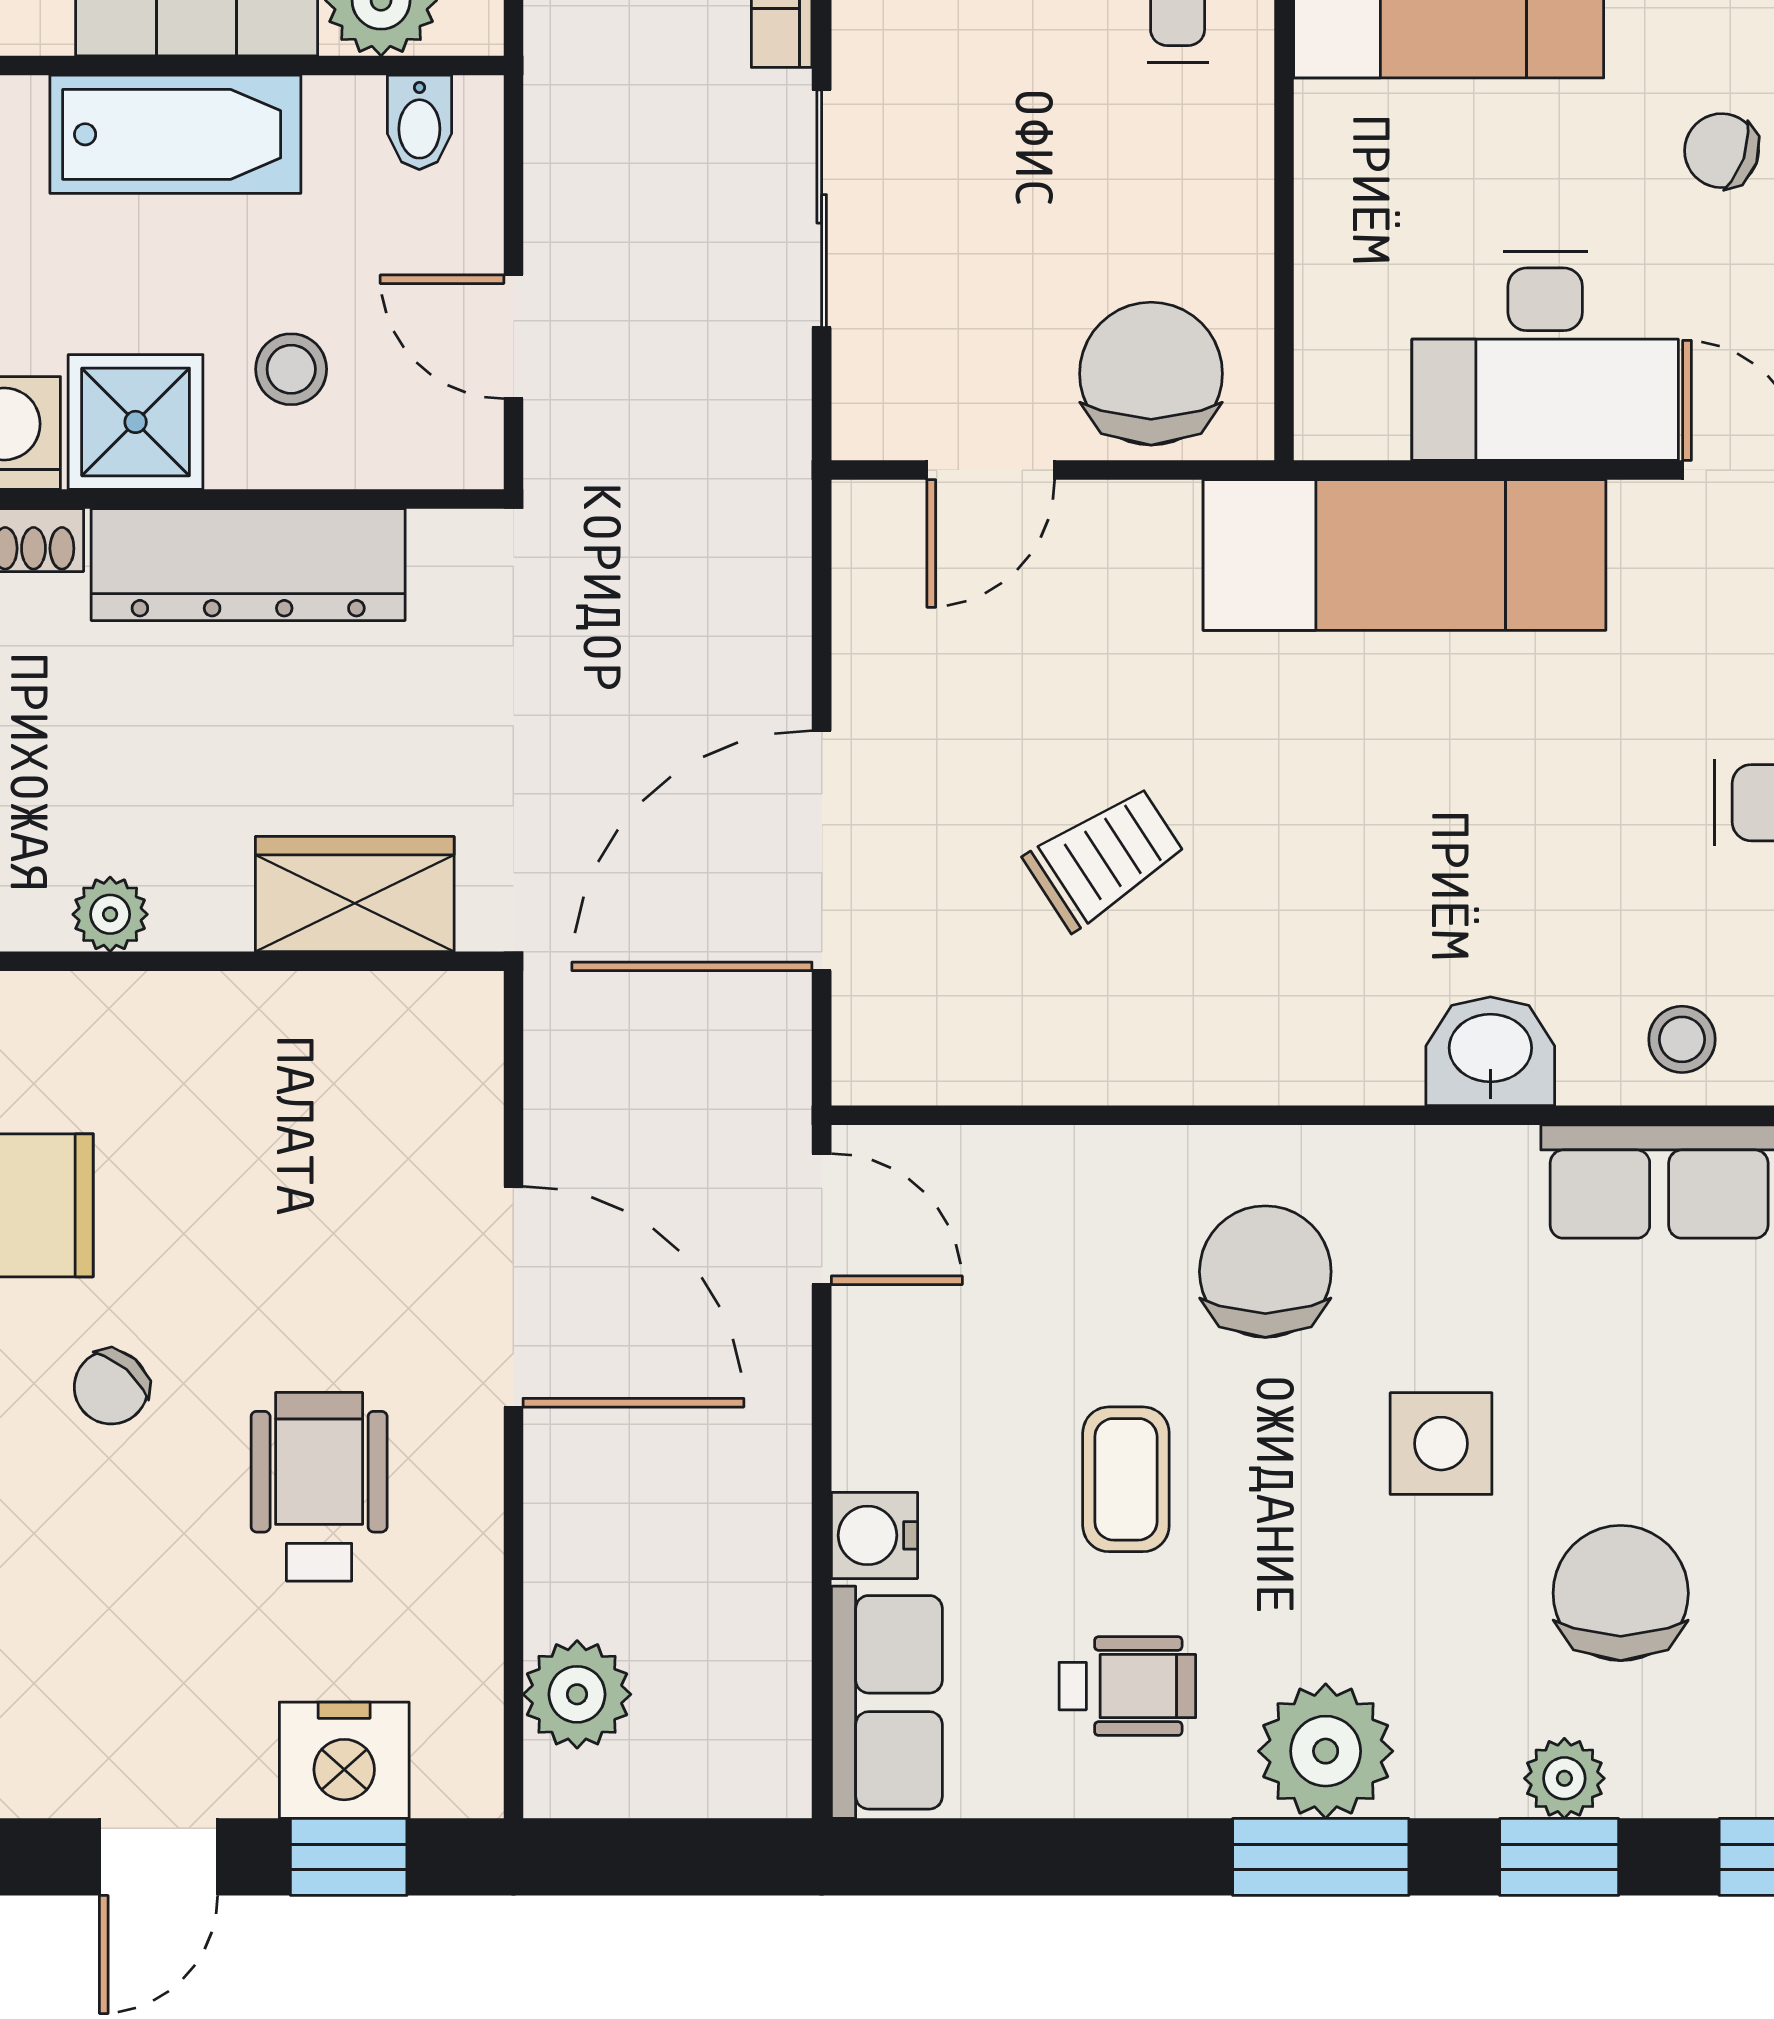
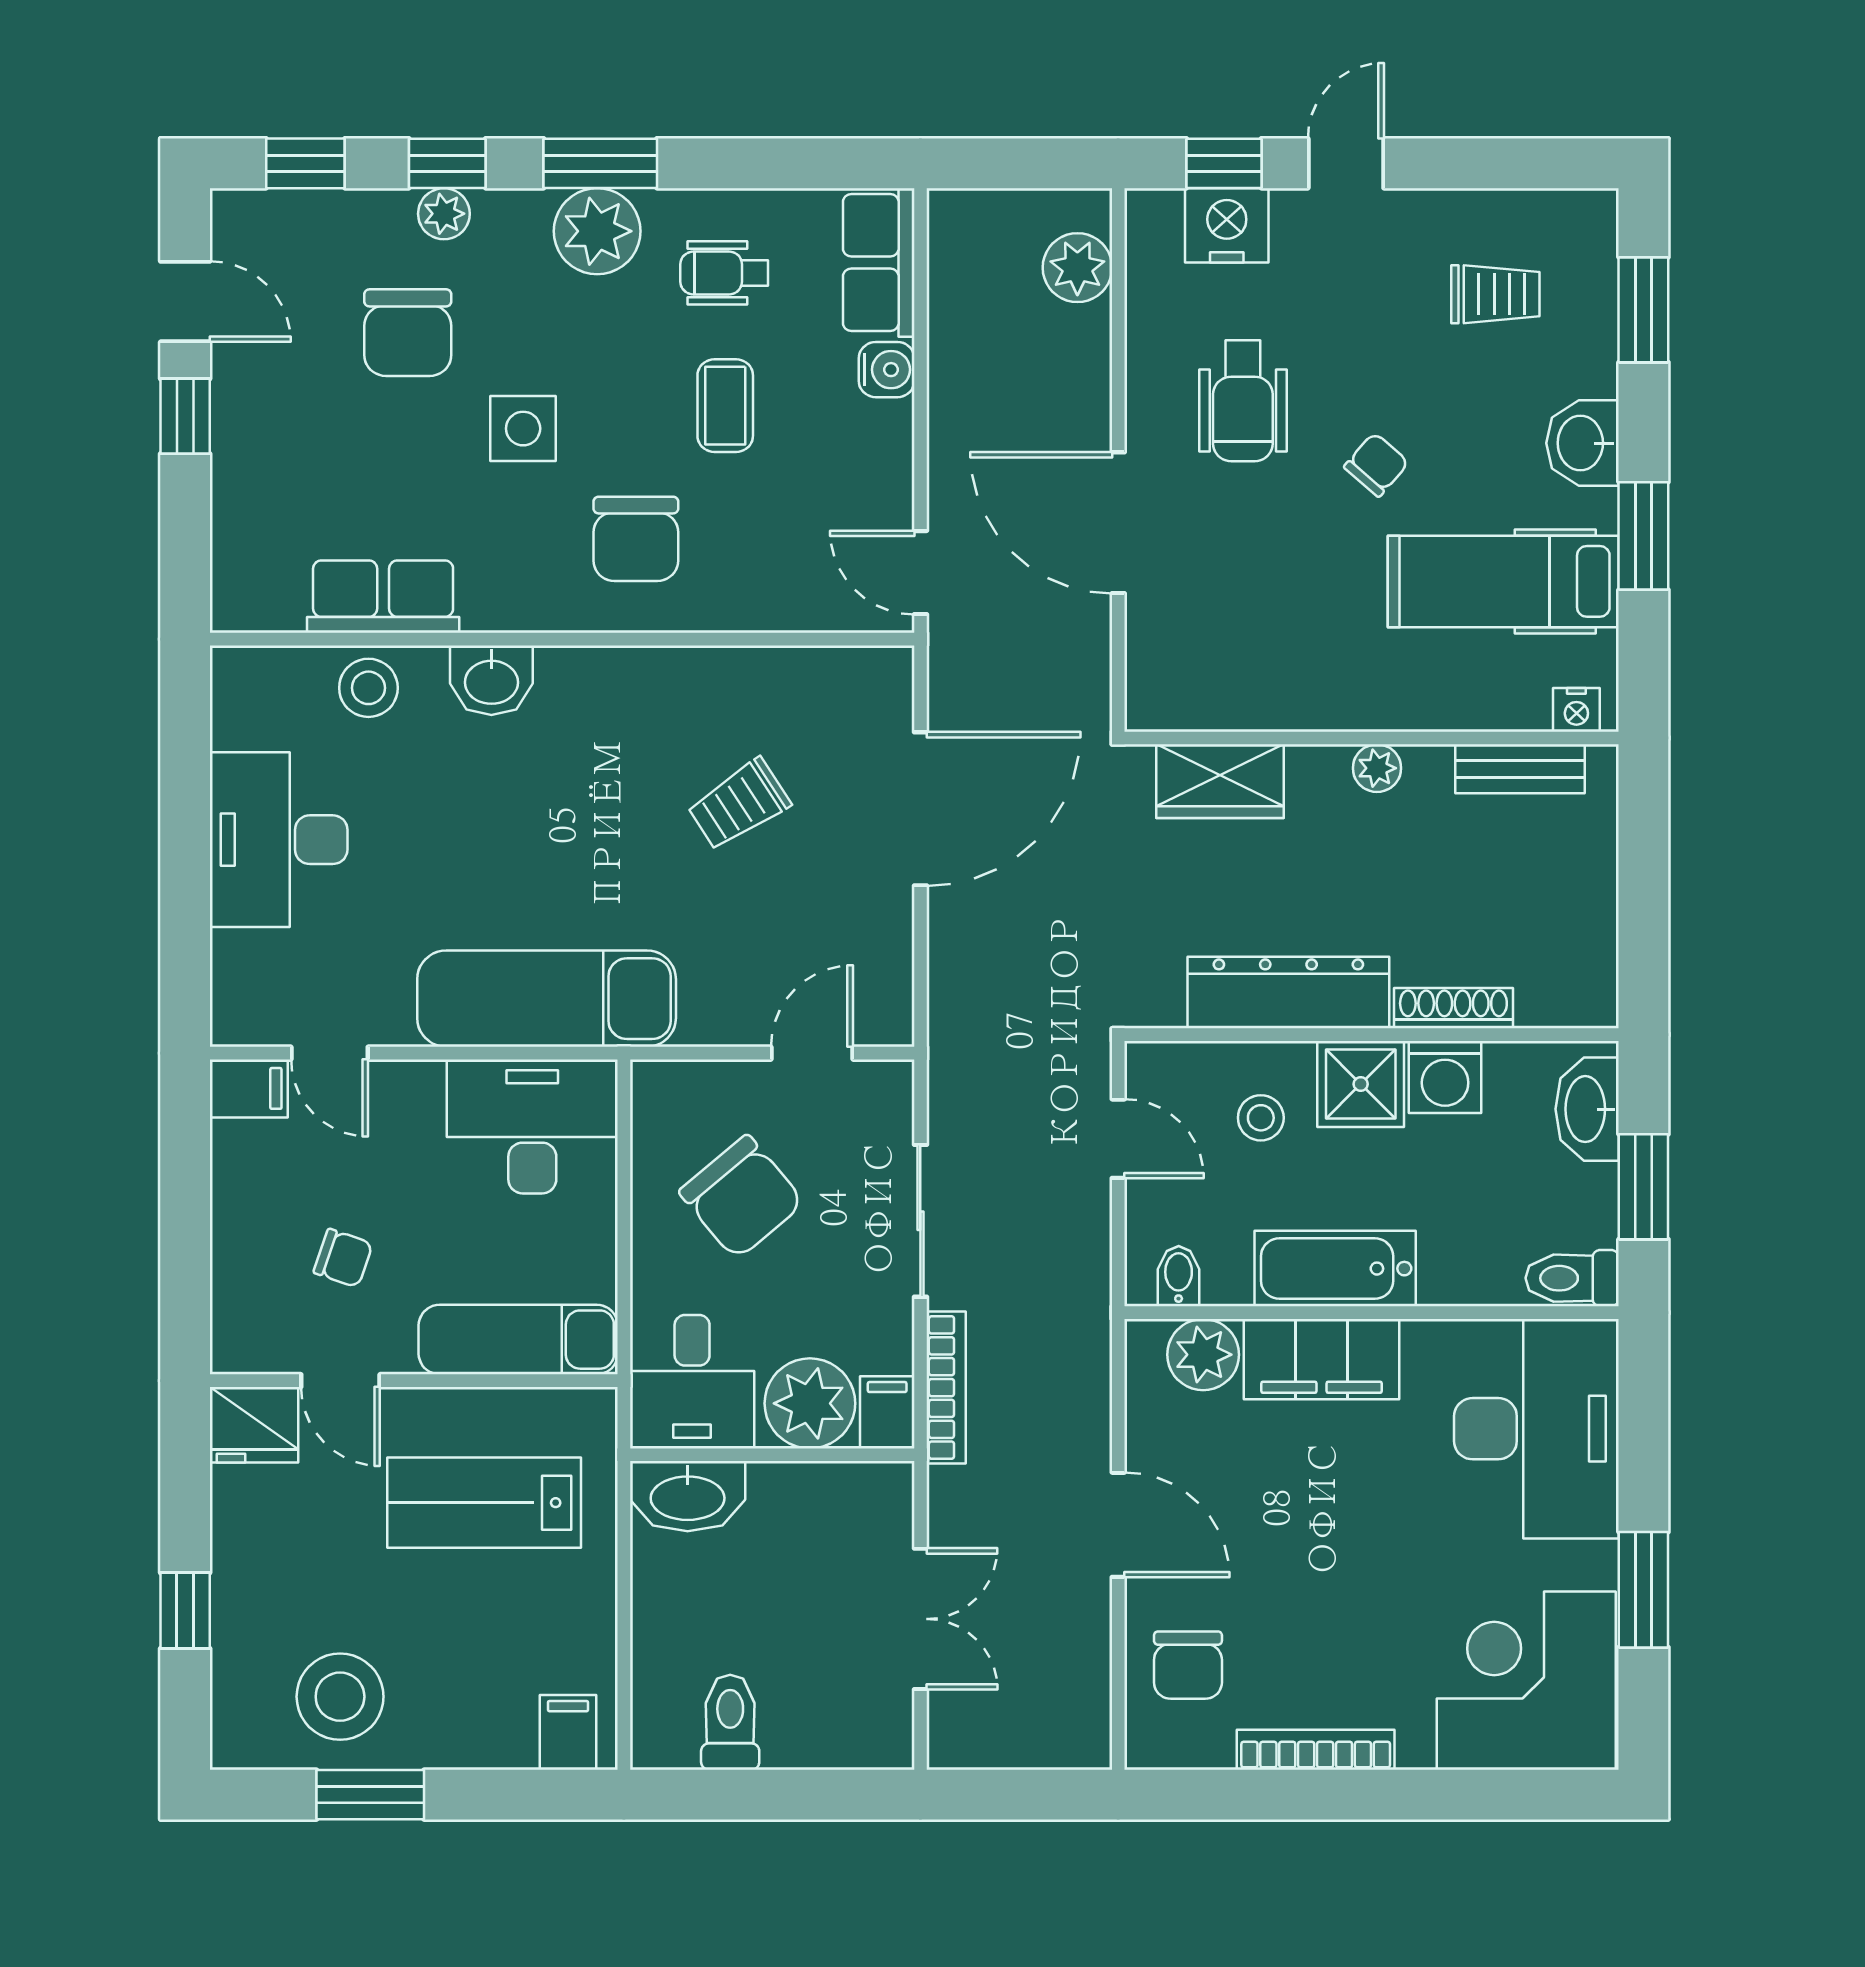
desk: (1545, 356) -> (532, 1126), moved
chair: (1151, 374) -> (742, 1197), moved, turned -40
stool: (1682, 1039) -> (368, 688), width x1.37, depth x1.37

